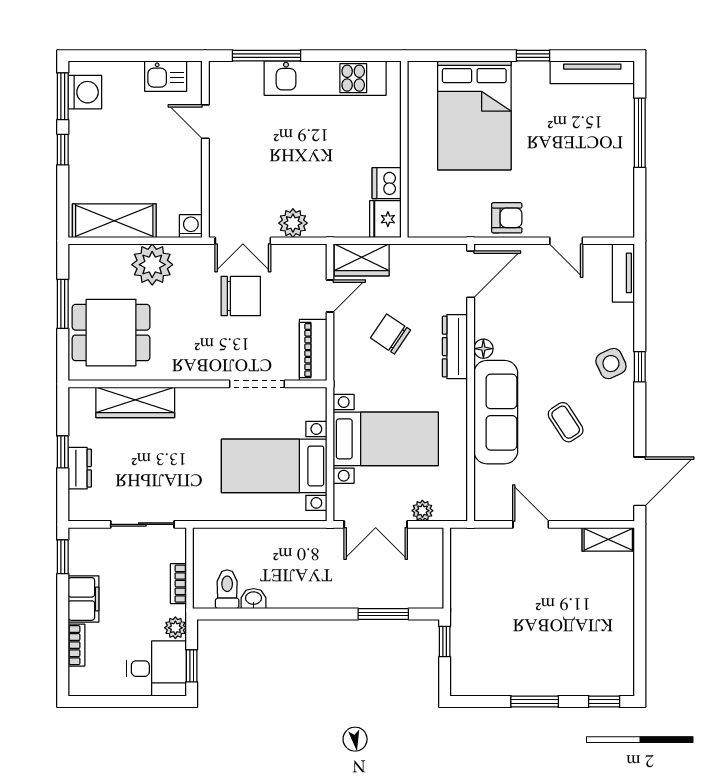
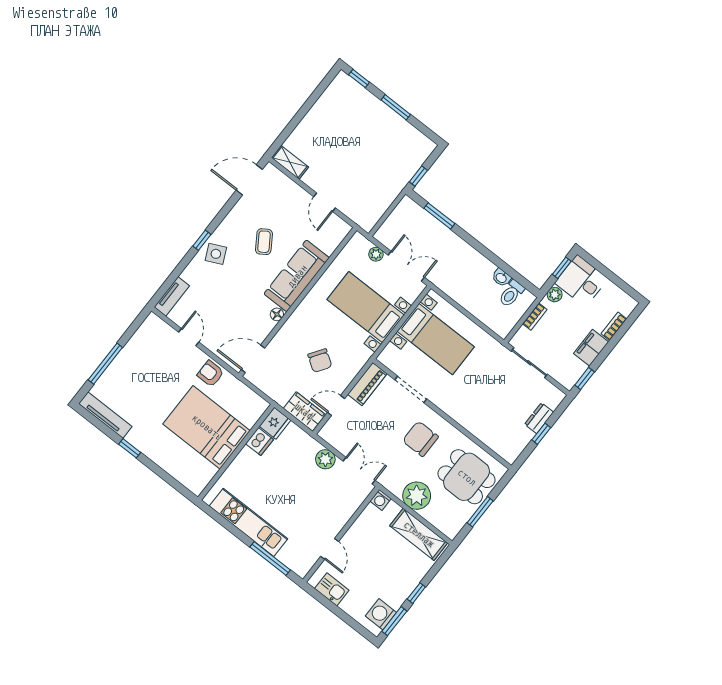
bed: (474, 115) -> (207, 427), moved, turned -90
chair: (241, 296) -> (420, 439), moved
dresser: (455, 347) -> (291, 327), removed
wardrobe: (135, 402) -> (483, 430), removed

